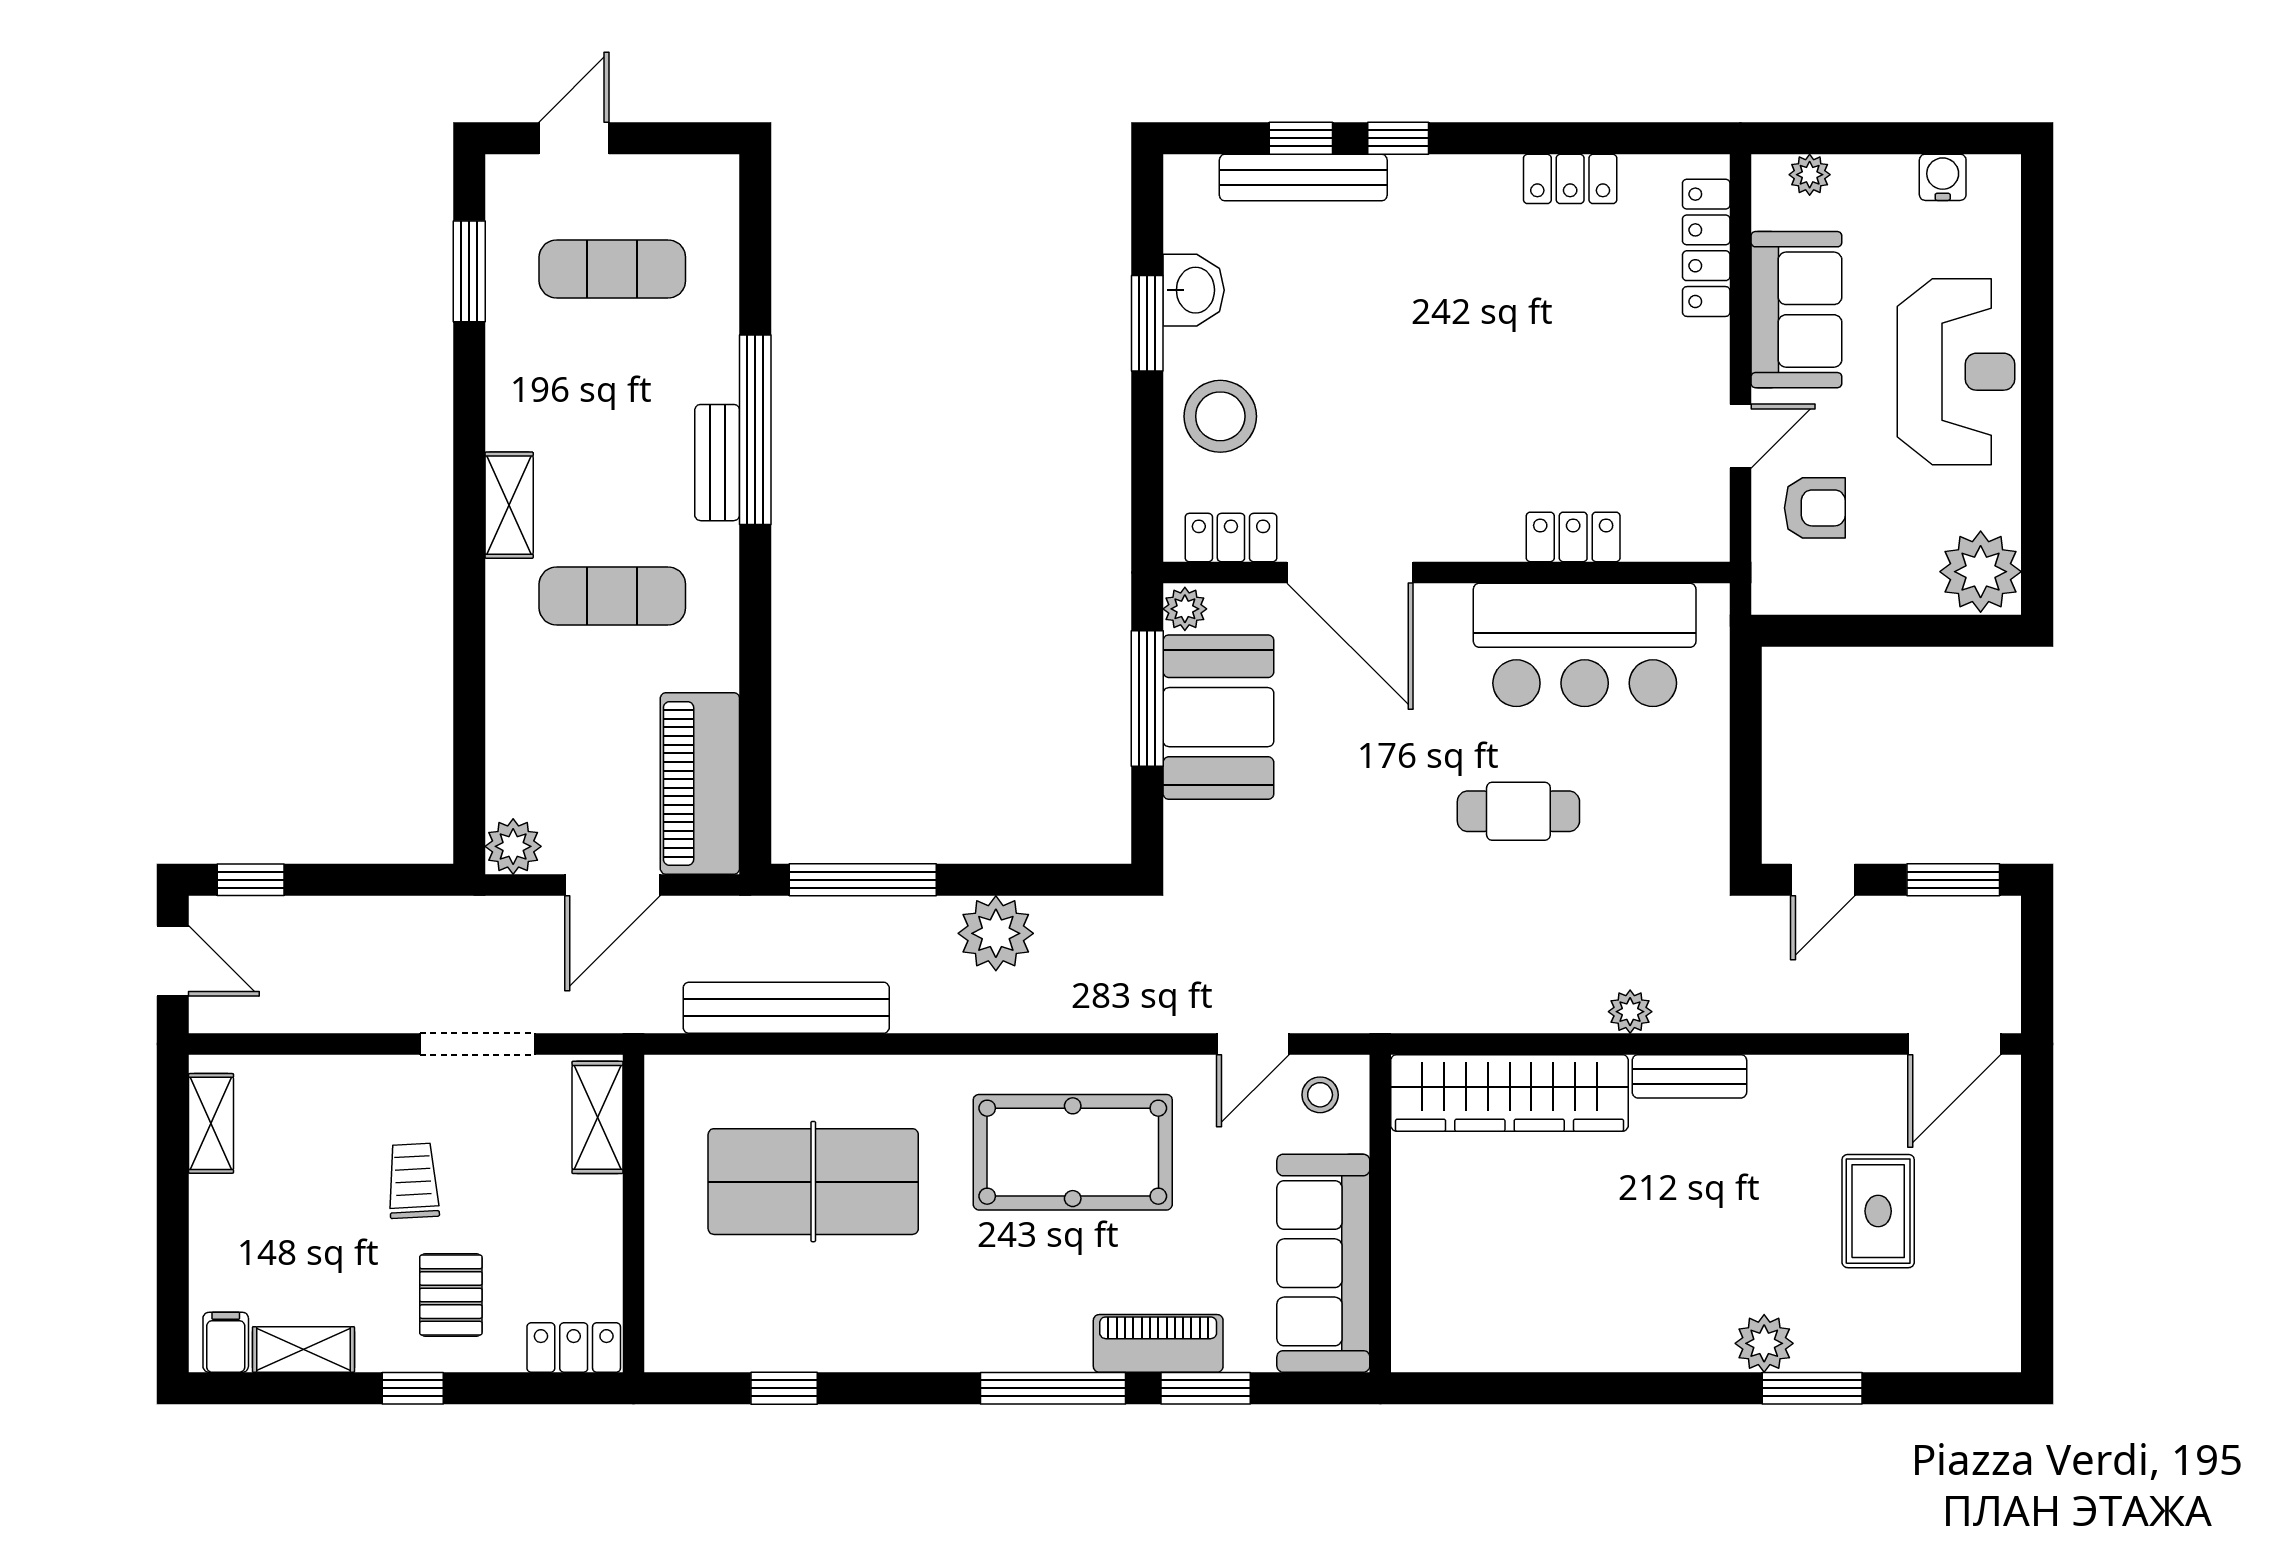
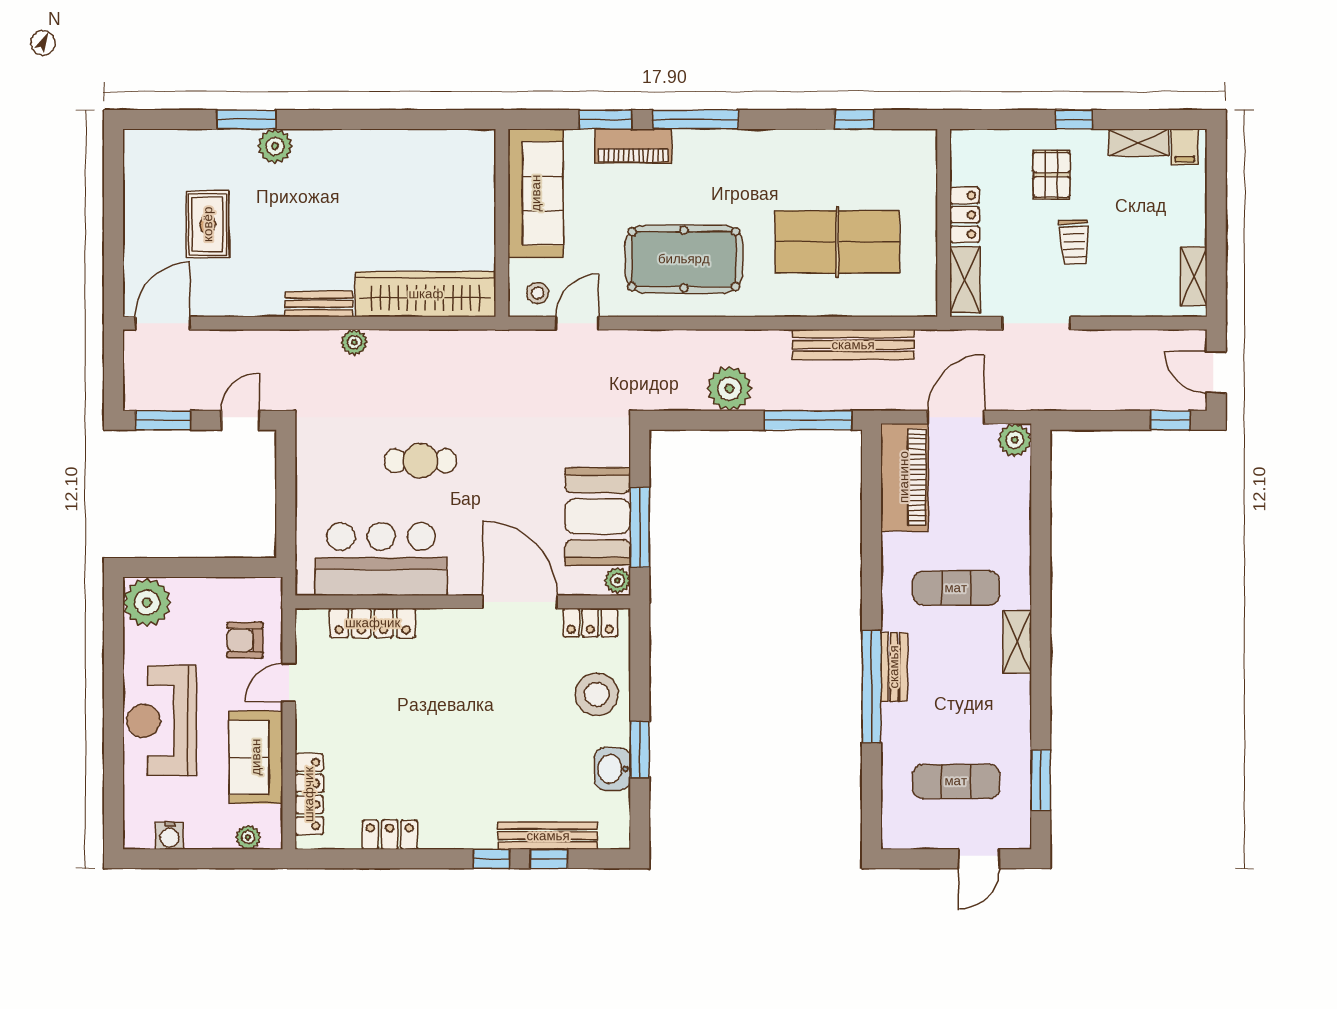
locker: (1573, 537) -> (373, 623), width x1.53
locker: (574, 1348) -> (965, 215), moved, turned -90

